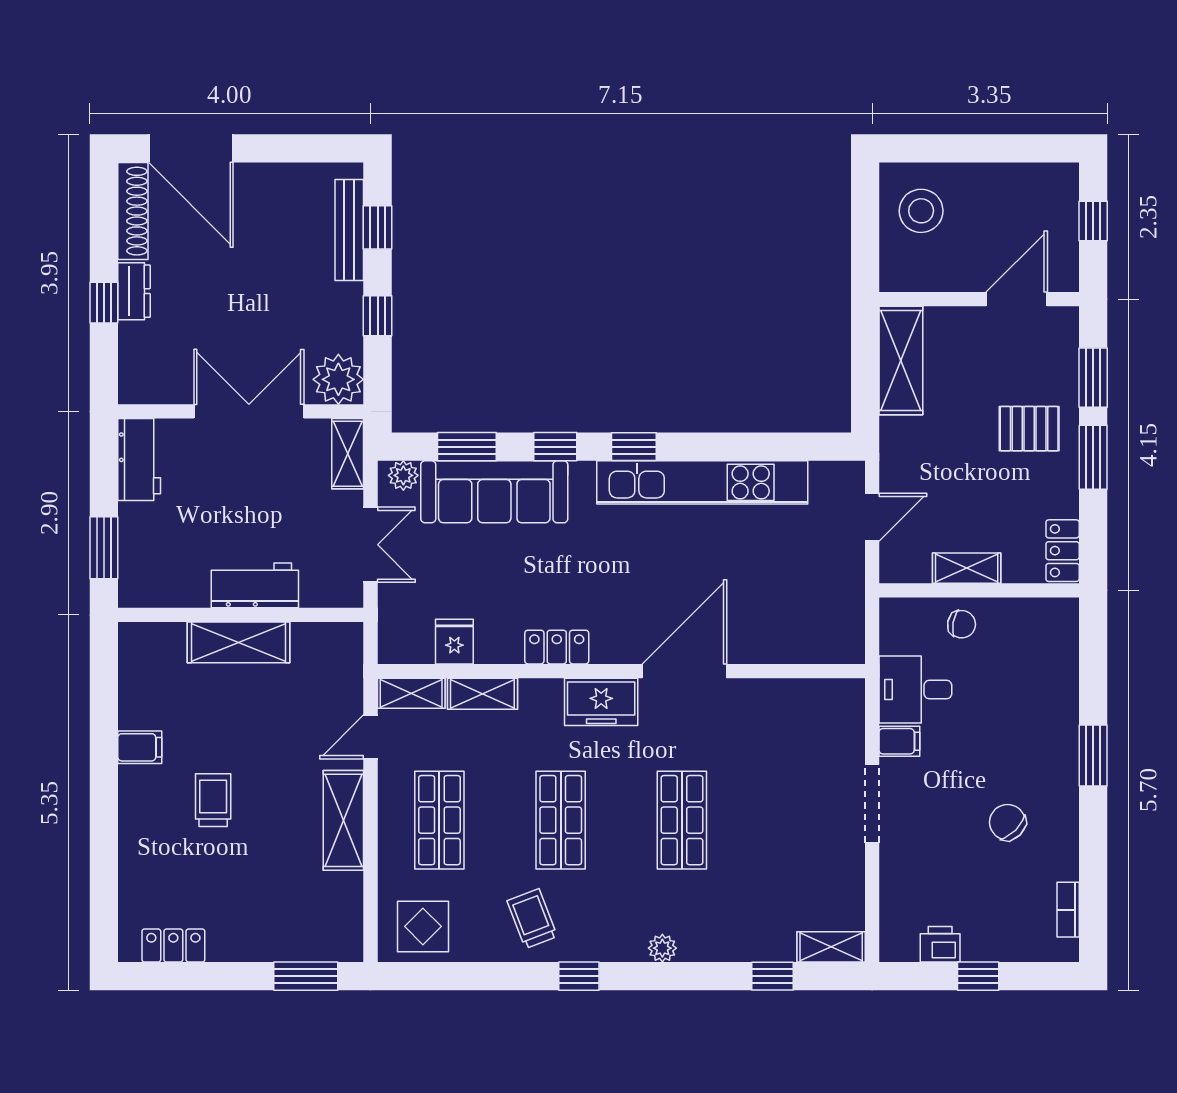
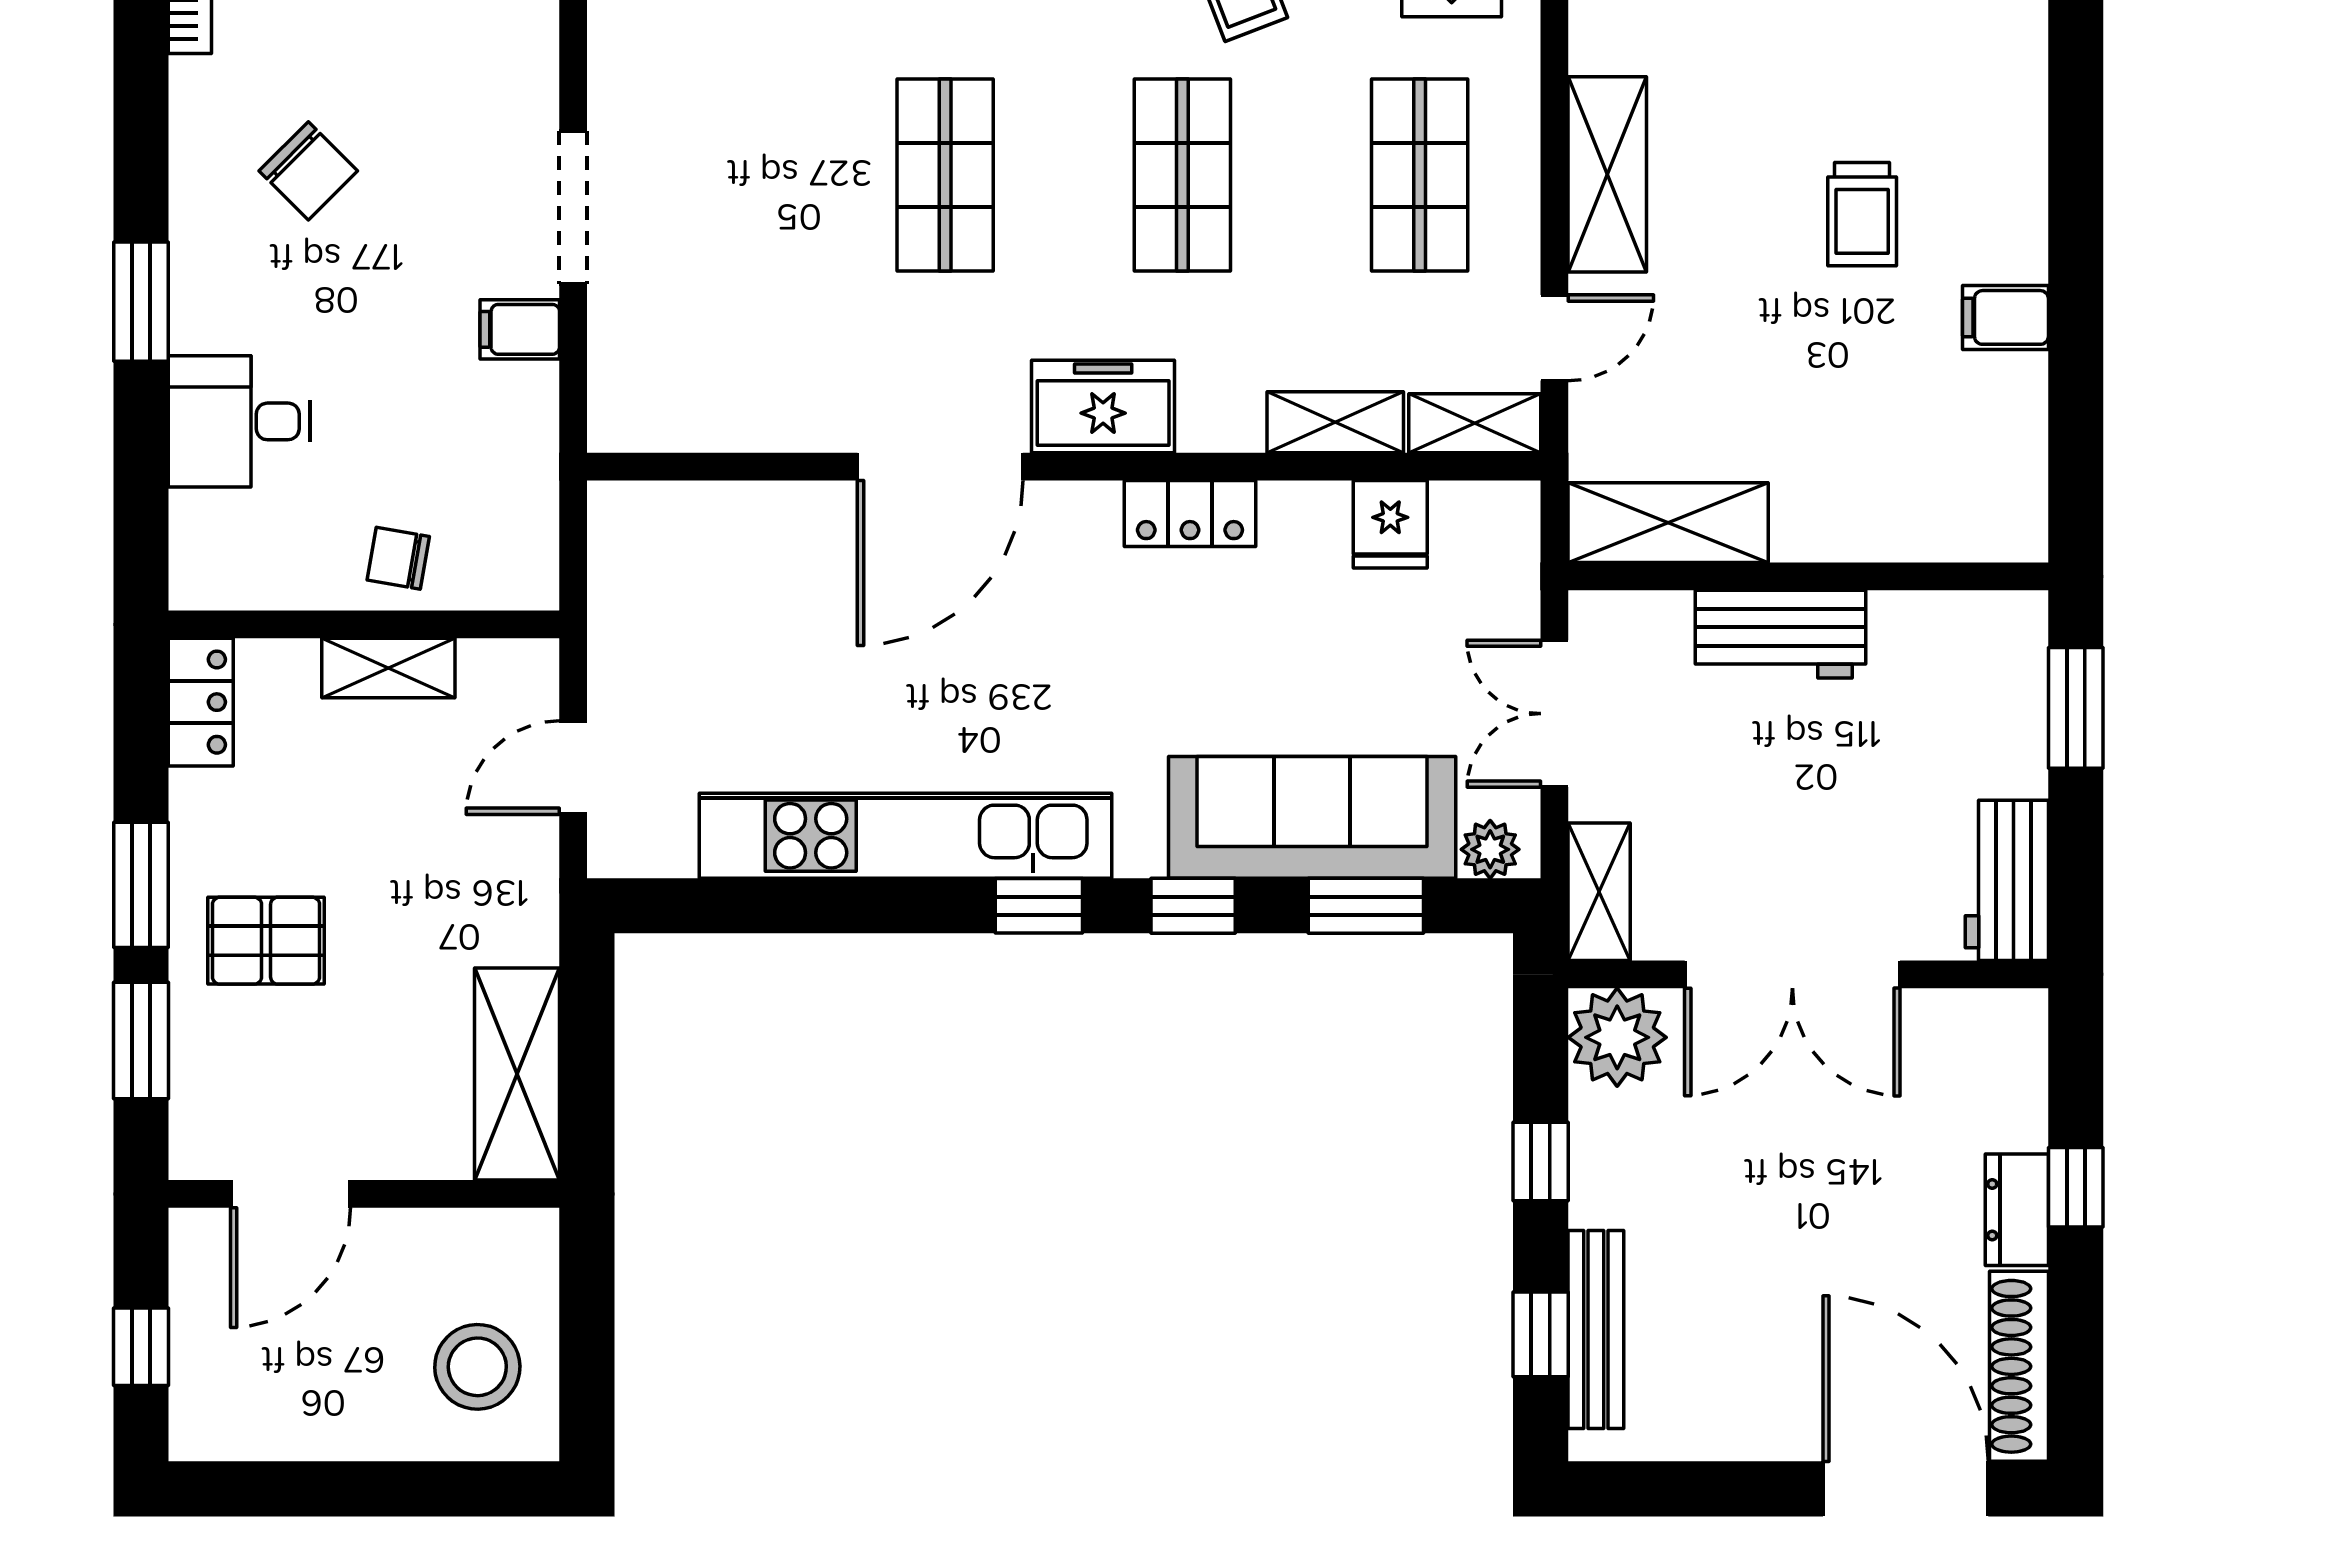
shelving: (239, 642) -> (1668, 523), moved
desk: (915, 690) -> (239, 421), moved, turned 180

